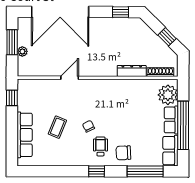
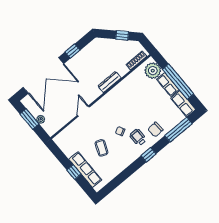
window: (120, 12) -> (72, 51), moved
dresser: (132, 71) -> (109, 82), moved
window: (12, 98) -> (74, 172), moved

